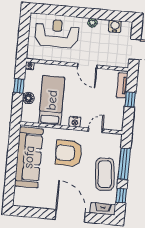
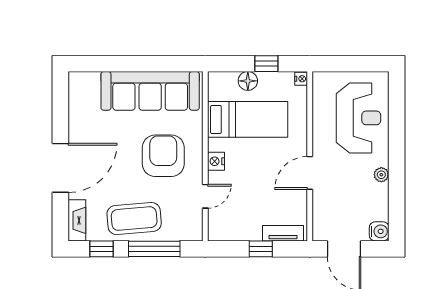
water cooler: (115, 26) -> (379, 231), moved
door: (95, 130) -> (205, 196), hinge flipped

